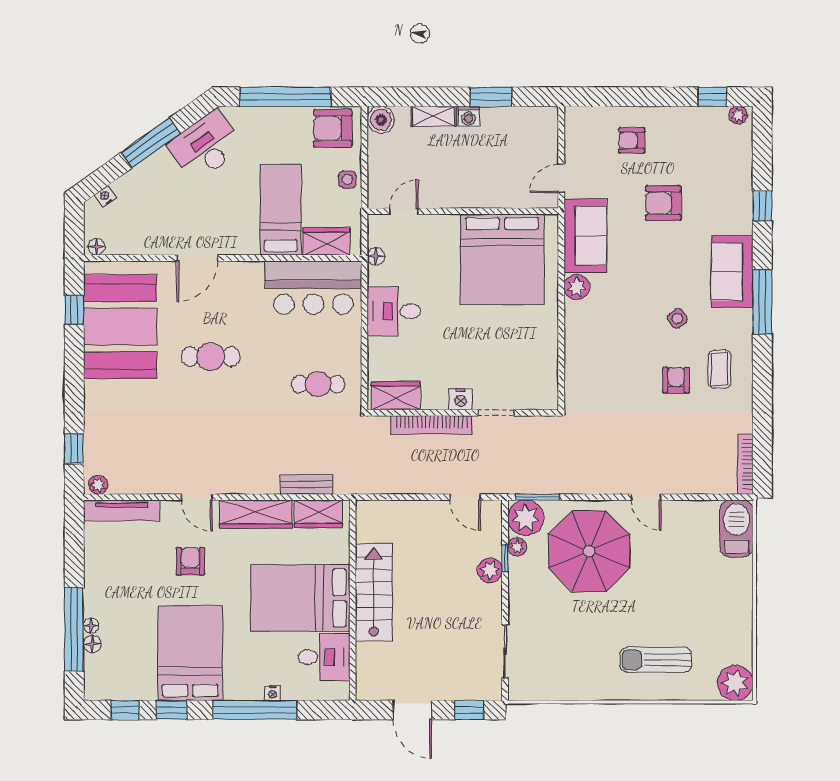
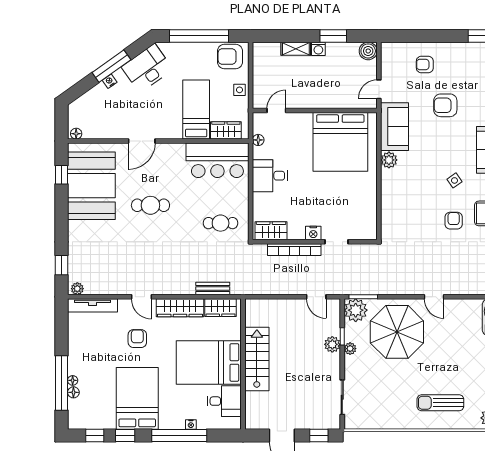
boiler: (381, 120) -> (368, 51), moved
nightstand: (105, 197) -> (110, 81), moved
plant: (517, 547) -> (350, 349), moved

